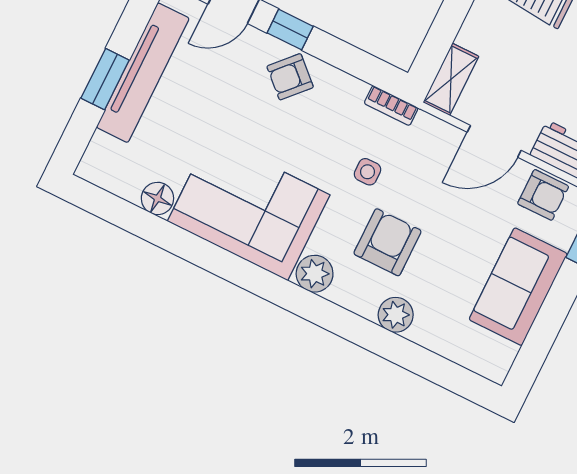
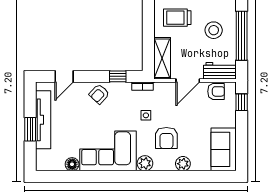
window: (290, 30) -> (118, 76), moved
shelving: (451, 79) -> (162, 58), width x1.50, depth x1.33
armchair: (387, 242) -> (166, 138), turned 180
sofa: (518, 287) -> (224, 149), moved

